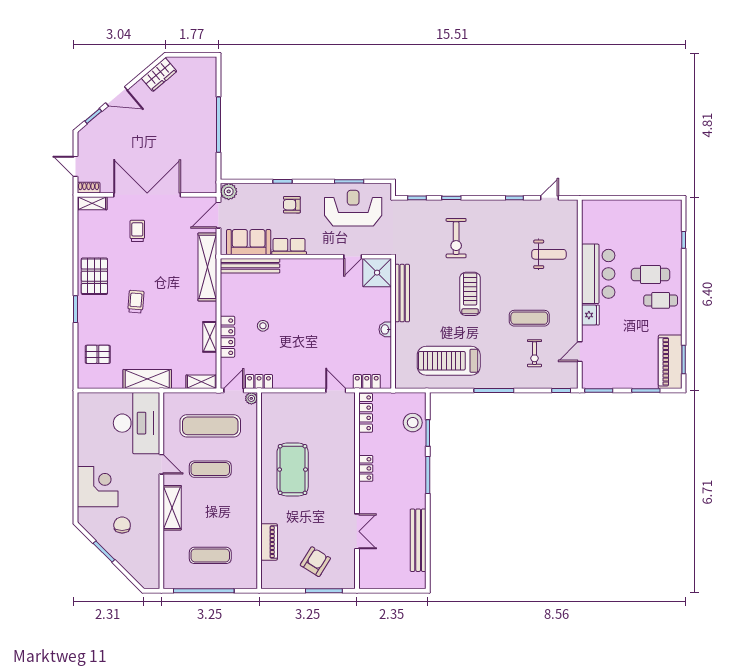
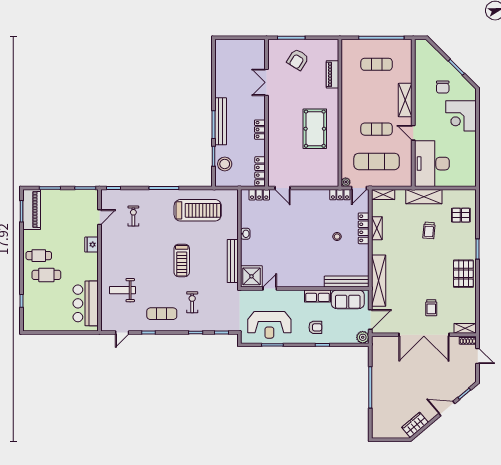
exercise bike: (456, 238) -> (192, 302), width x0.73, depth x0.72
bar counter: (598, 274) -> (86, 303), moved
trolley: (136, 302) -> (429, 230), moved
exercise mat: (529, 318) -> (162, 314), moved
bench: (418, 540) -> (221, 121), moved

